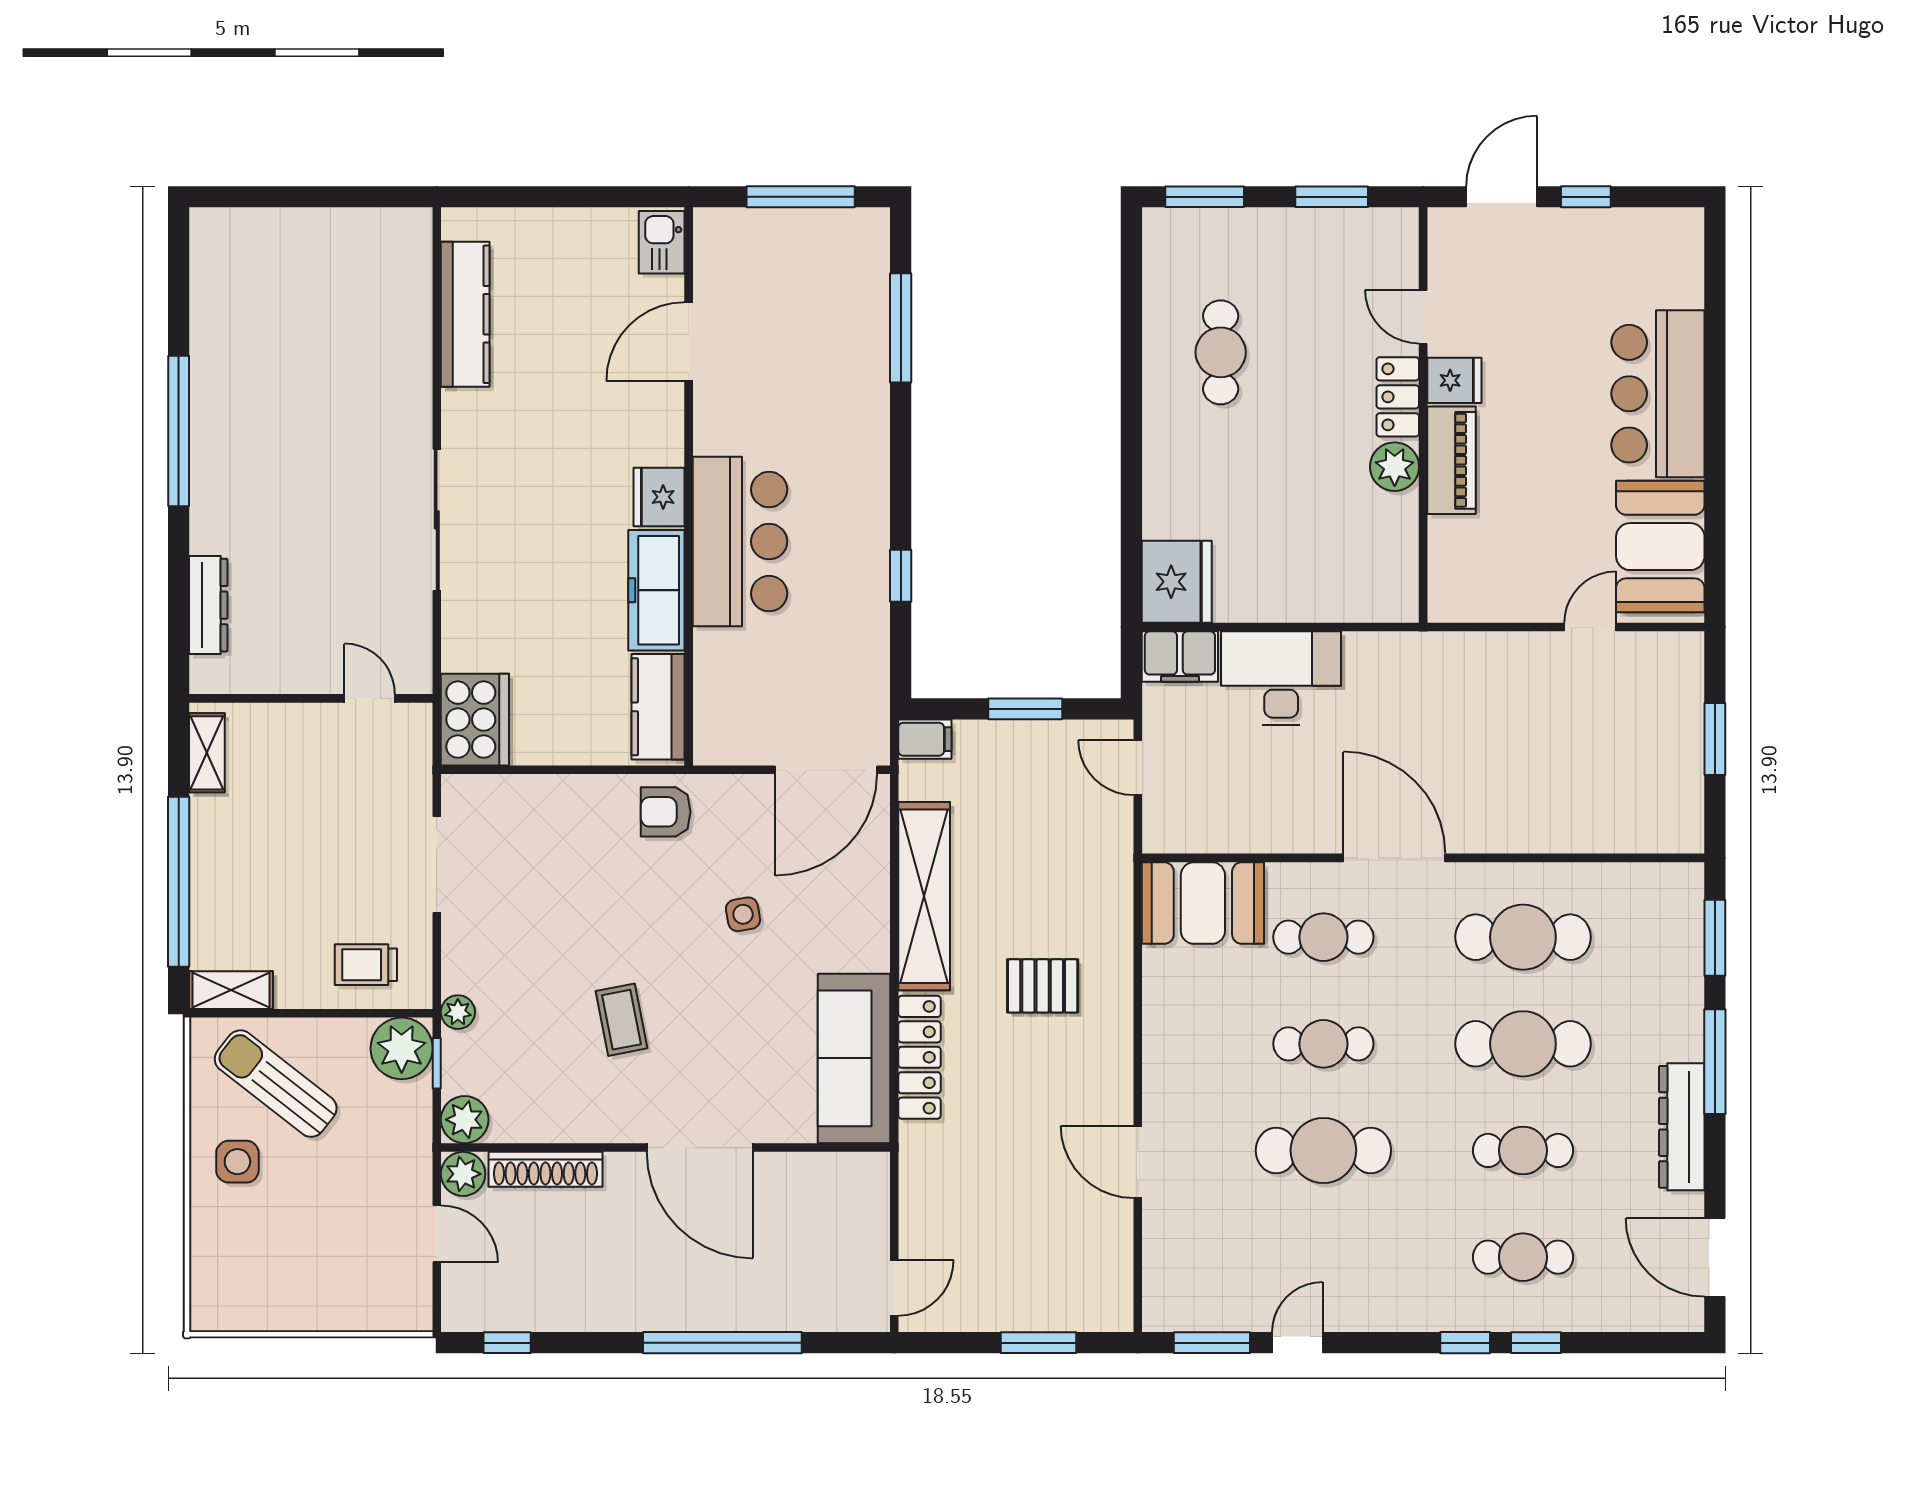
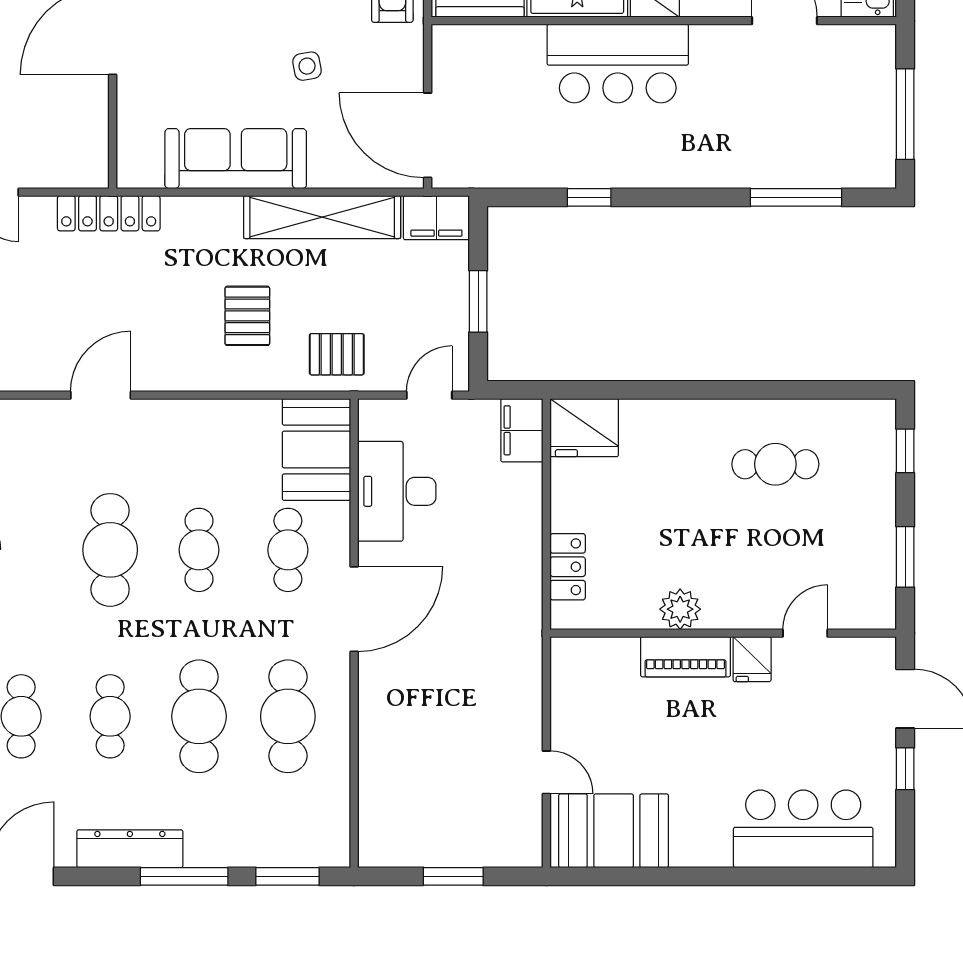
window: (1205, 197) -> (905, 451), width x0.67
bar counter: (1658, 394) -> (803, 829), moved
locker: (1398, 397) -> (568, 567), moved, turned 90
desk: (1281, 678) -> (397, 491), moved, turned 180
filing cabinet: (925, 739) -> (436, 218), width x2.00
pallet: (1089, 879) -> (337, 354), added
locker: (920, 1057) -> (109, 213), moved
sofa: (854, 1058) -> (236, 159), moved

